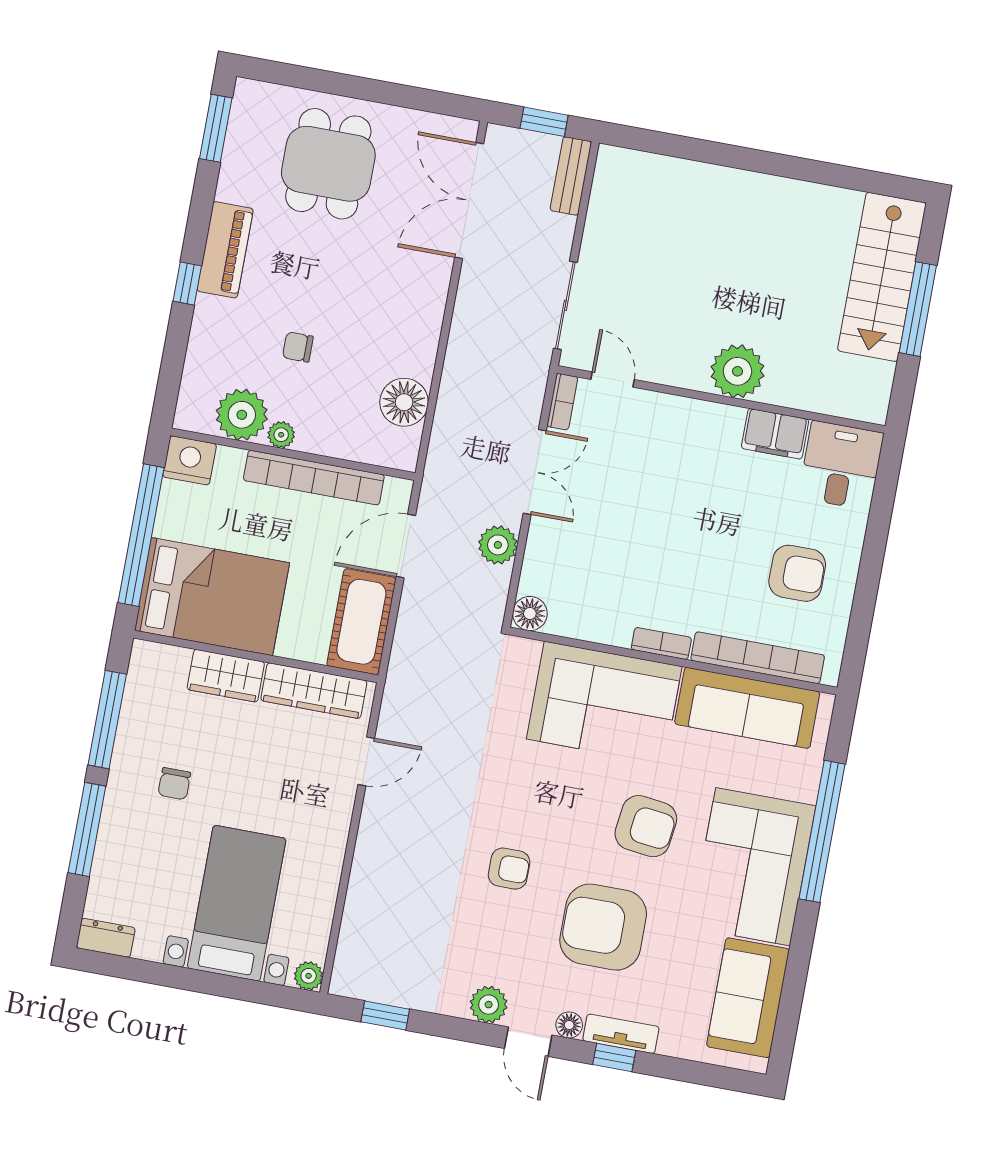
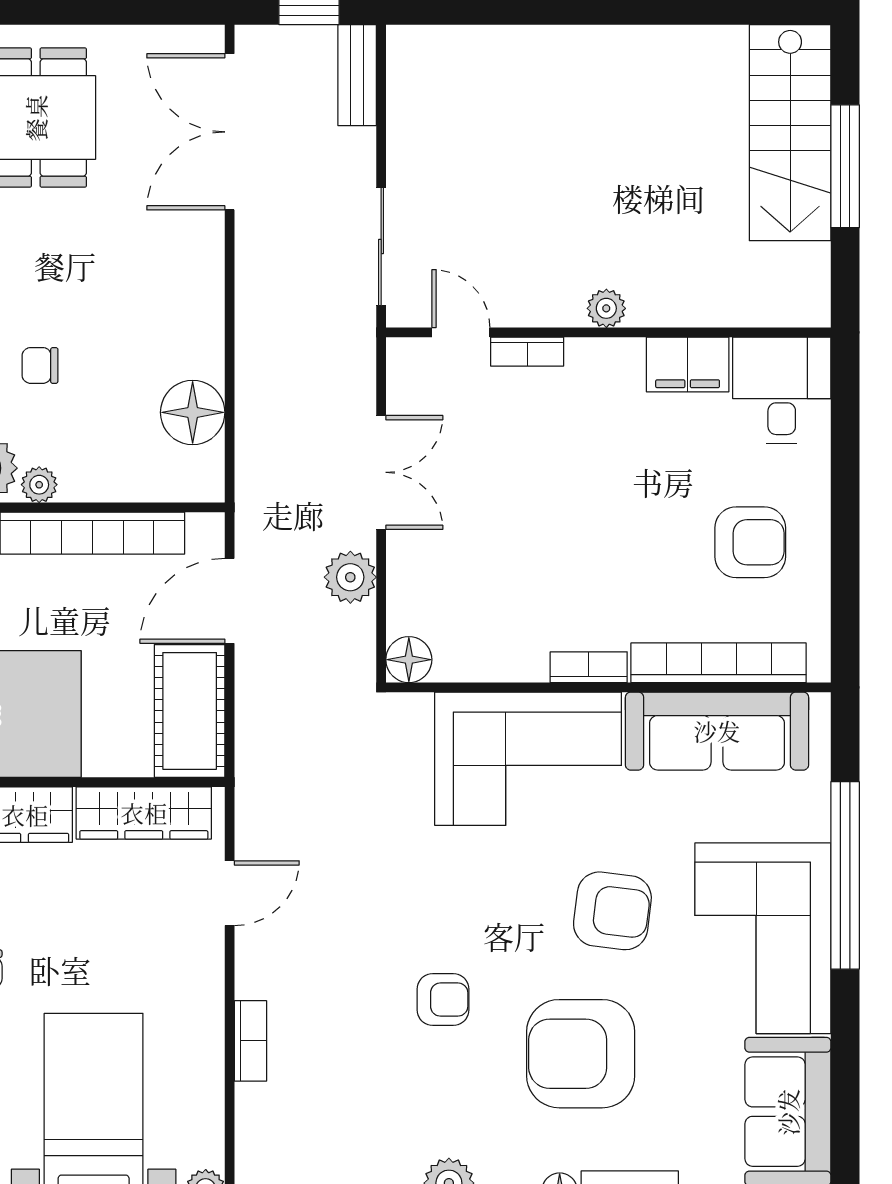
plant: (737, 371) -> (606, 308), width x0.53, depth x0.53
bookcase: (562, 402) -> (527, 352), moved, turned 90
bookcase: (362, 873) -> (250, 1041), added

